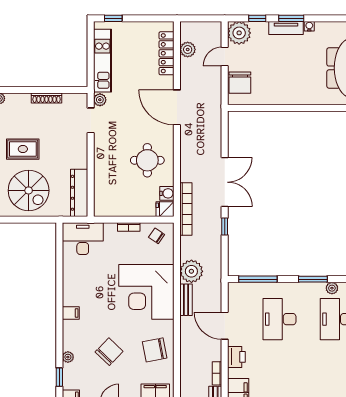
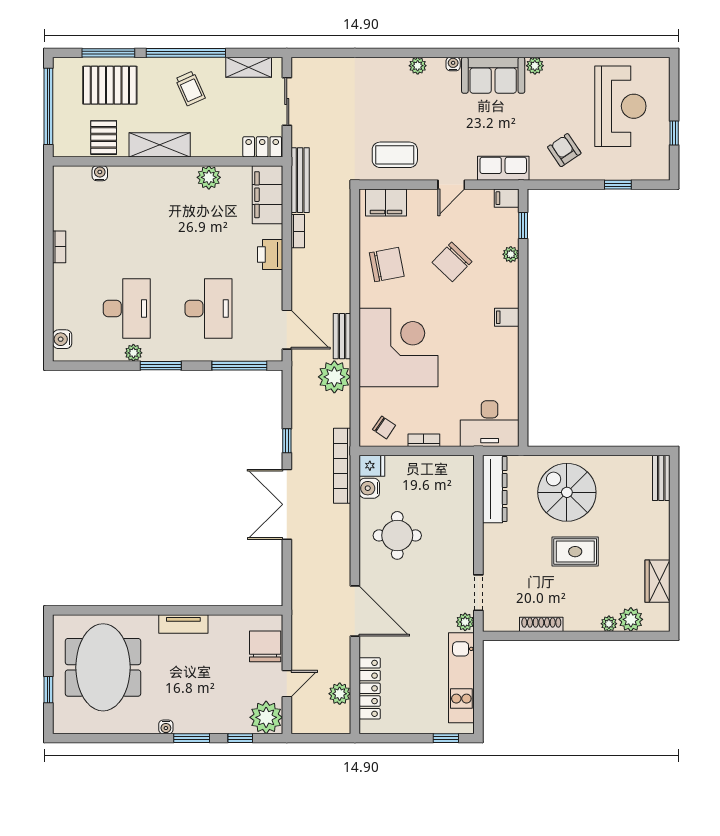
tv unit: (286, 28) -> (183, 624), moved, turned 180
door: (225, 326) -> (287, 330), moved

